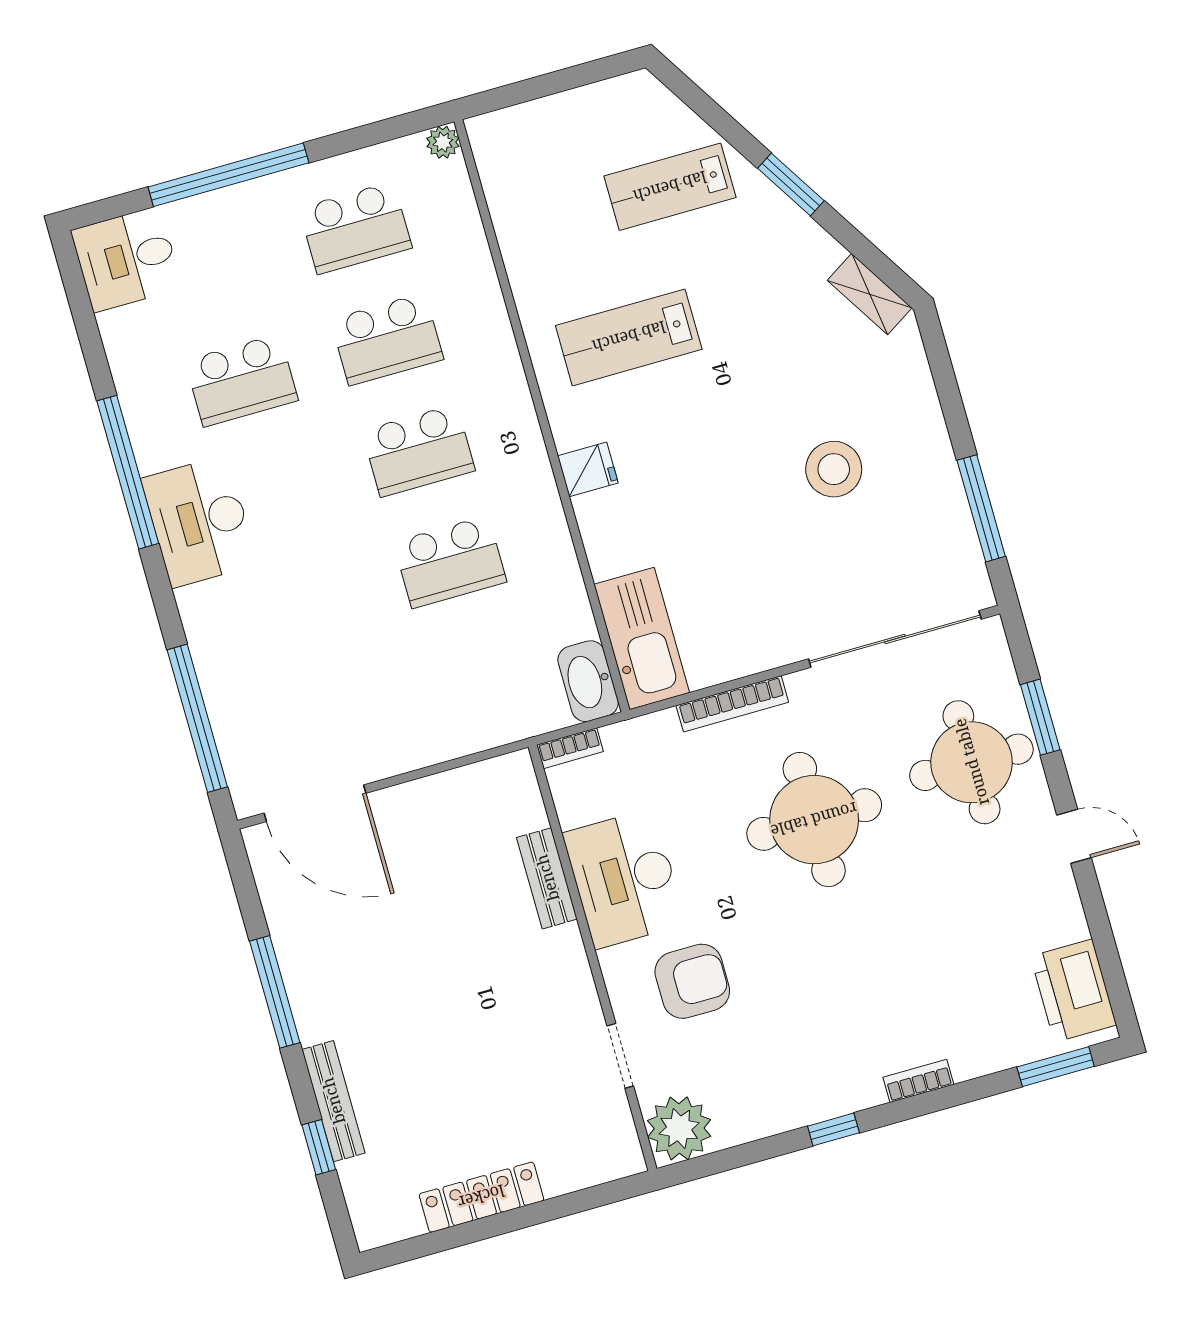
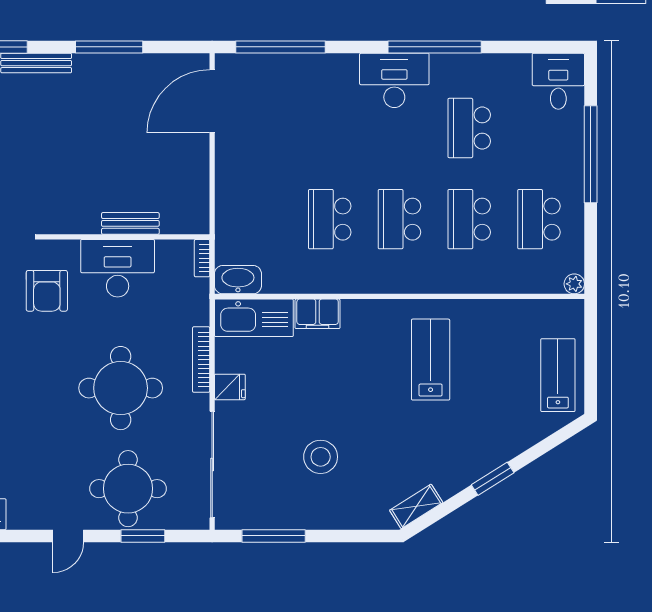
lab bench: (670, 187) -> (558, 375), moved
fridge: (588, 469) -> (230, 387), moved, turned -90
filing cabinet: (607, 539) -> (318, 314), added

